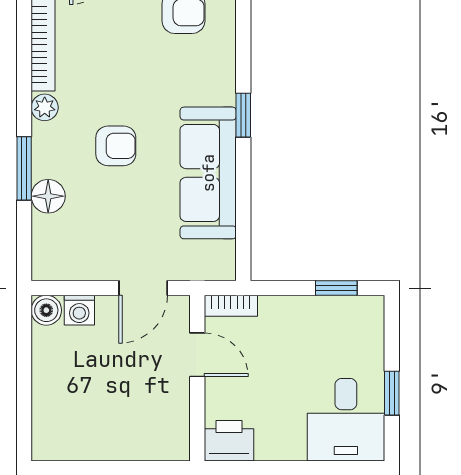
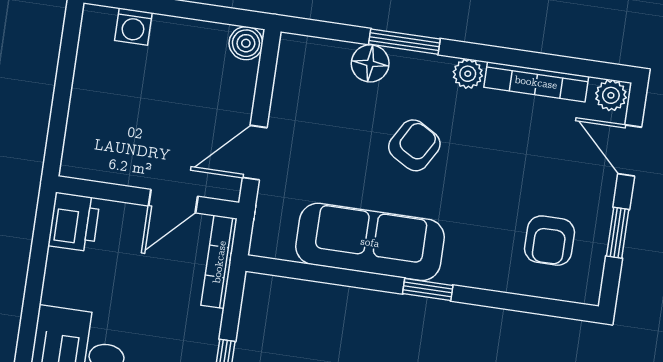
armchair: (116, 146) -> (414, 145), turned -150
door: (143, 288) -> (255, 153), hinge flipped
bookcase: (231, 306) -> (219, 262), width x1.56
washing machine: (79, 310) -> (133, 27), moved, turned -90

